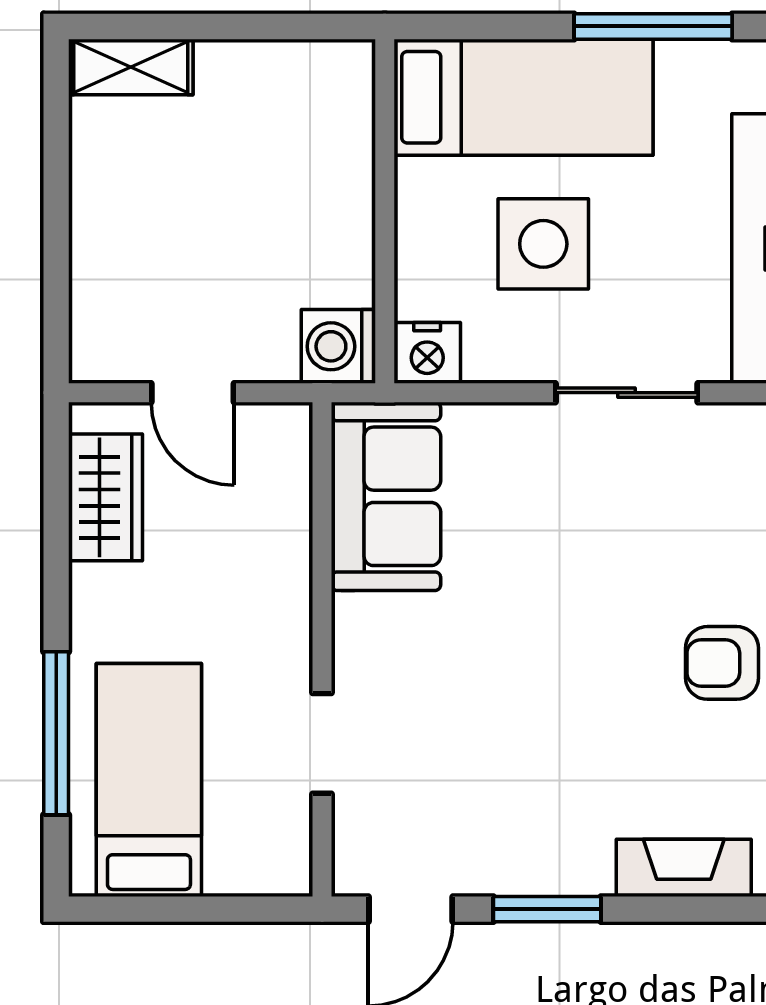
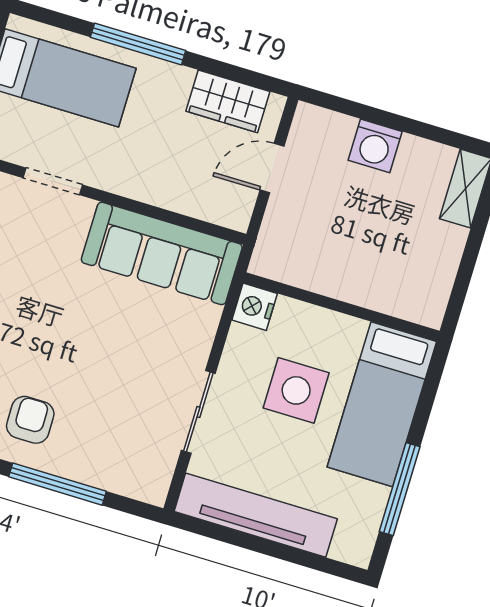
washing machine: (338, 346) -> (375, 146), moved, turned 180
sofa: (386, 496) -> (162, 253), width x1.36
window: (56, 733) -> (138, 44), moved

